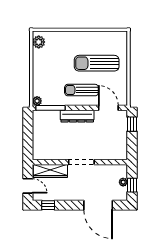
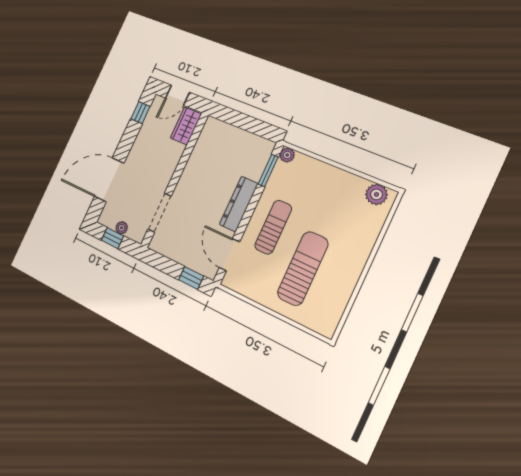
window: (51, 108) -> (268, 171), width x0.69
door: (108, 108) -> (229, 255), swing flipped
doorway: (81, 162) -> (159, 213), moved
wardrobe: (50, 171) -> (186, 126), width x0.67

